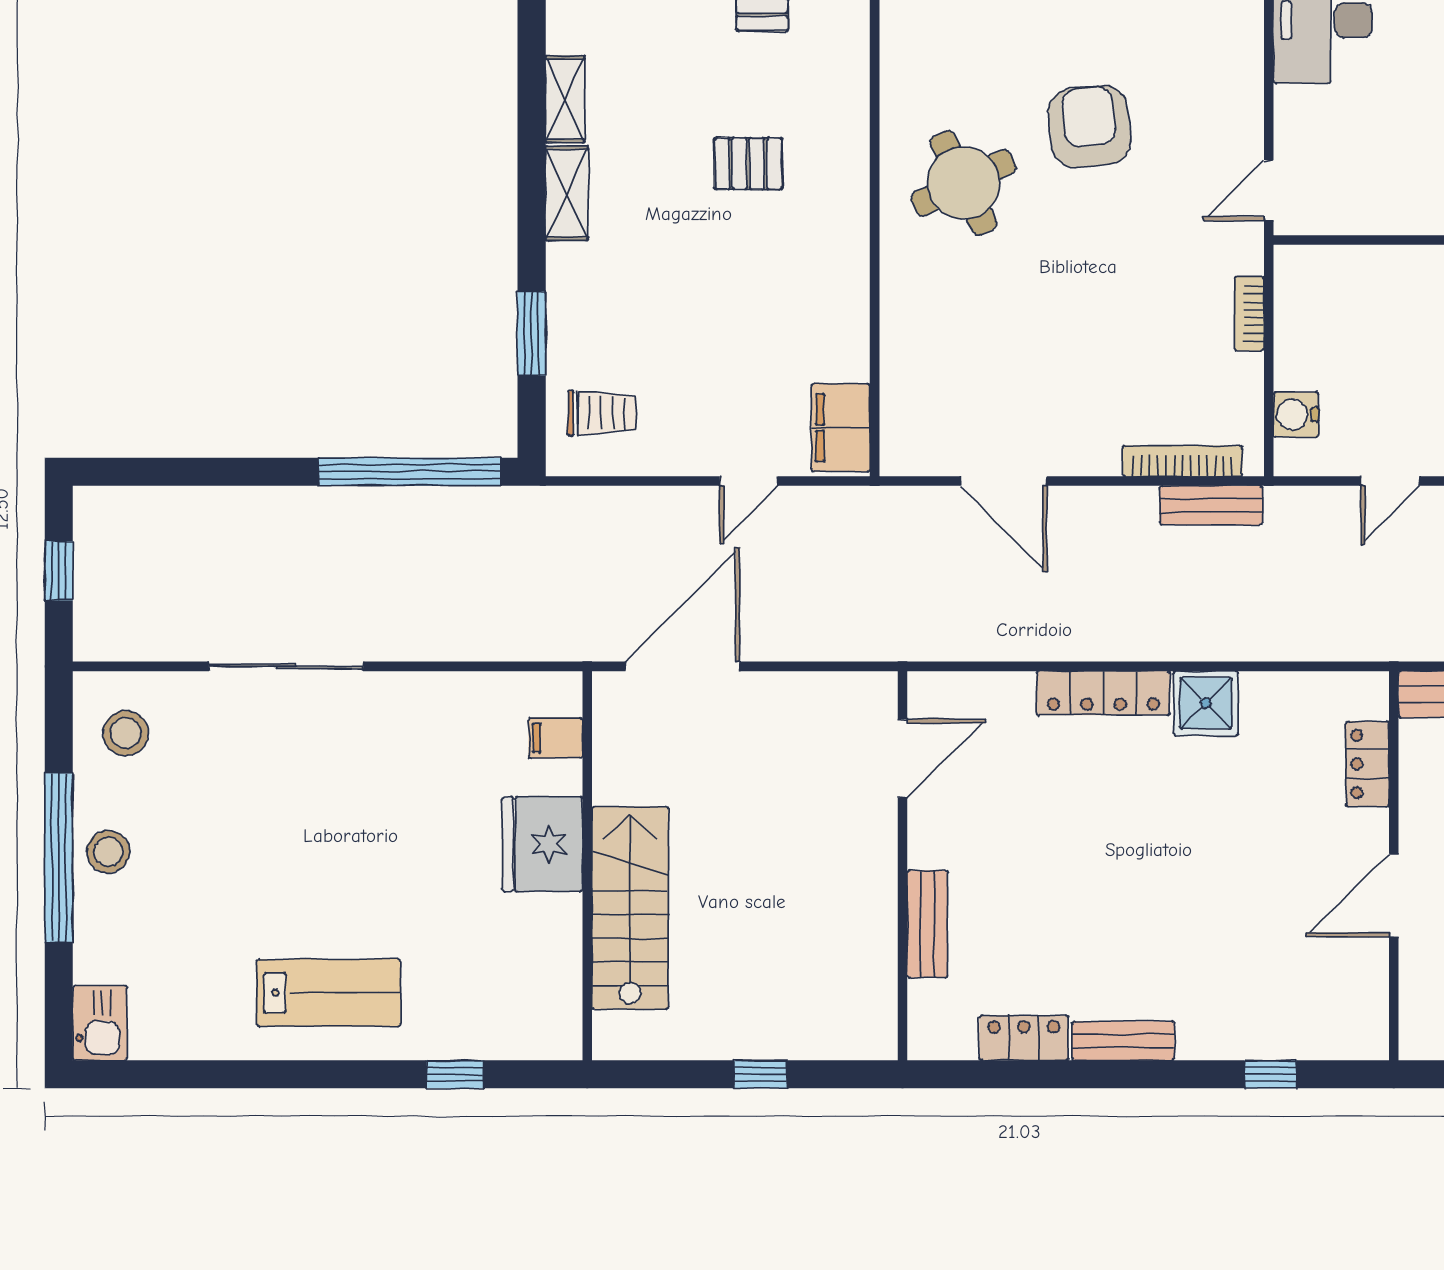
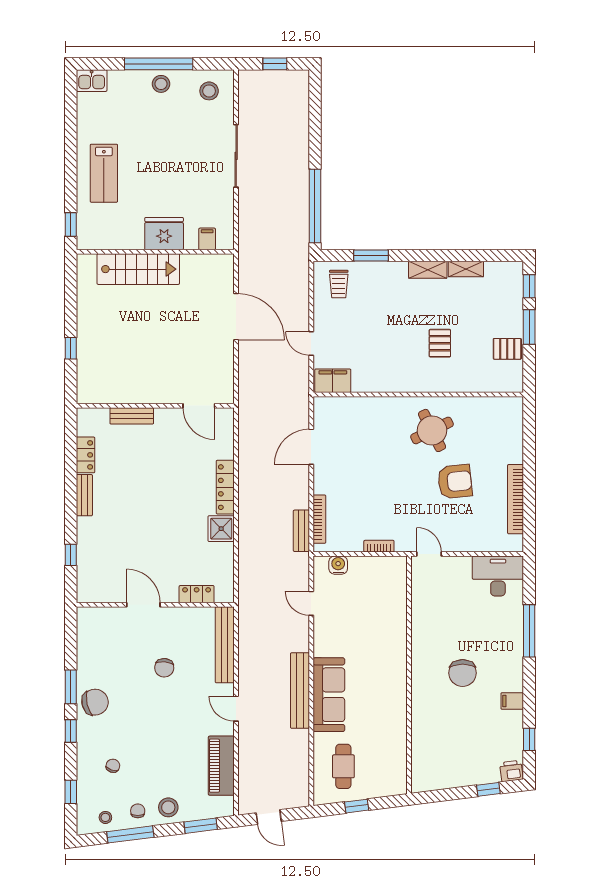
filing cabinet: (556, 738) -> (207, 239), moved
fridge: (542, 844) -> (164, 234), moved
wall: (587, 866) -> (155, 252), moved
stairs: (630, 908) -> (138, 269), moved

